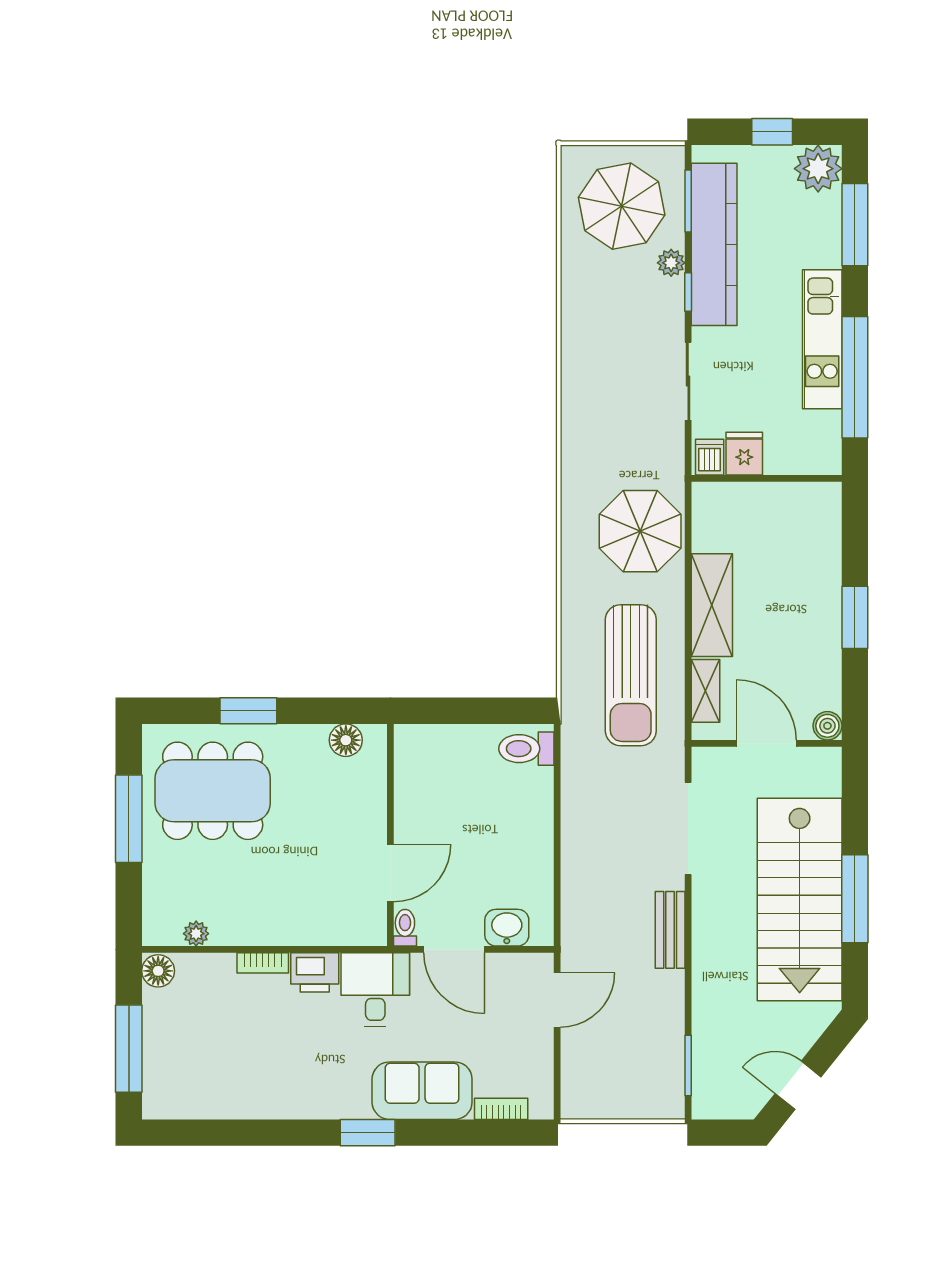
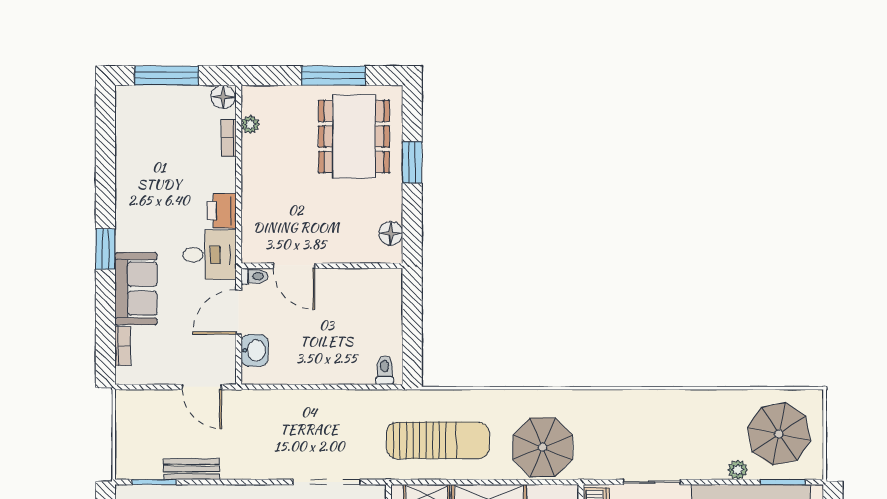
window: (688, 292) -> (717, 482), removed
sun lounger: (631, 675) -> (438, 440), turned 180
toilet: (526, 749) -> (385, 370), width x0.73, depth x0.72
bench: (670, 930) -> (192, 469), moved
bookcase: (263, 963) -> (229, 138), moved

